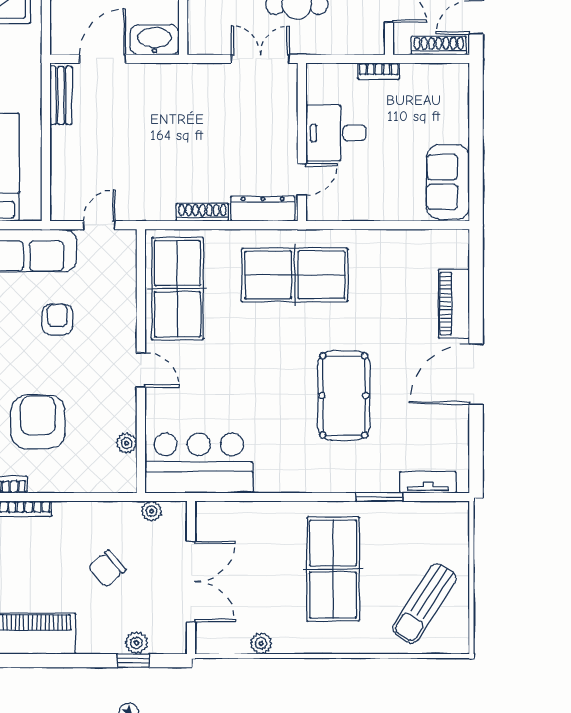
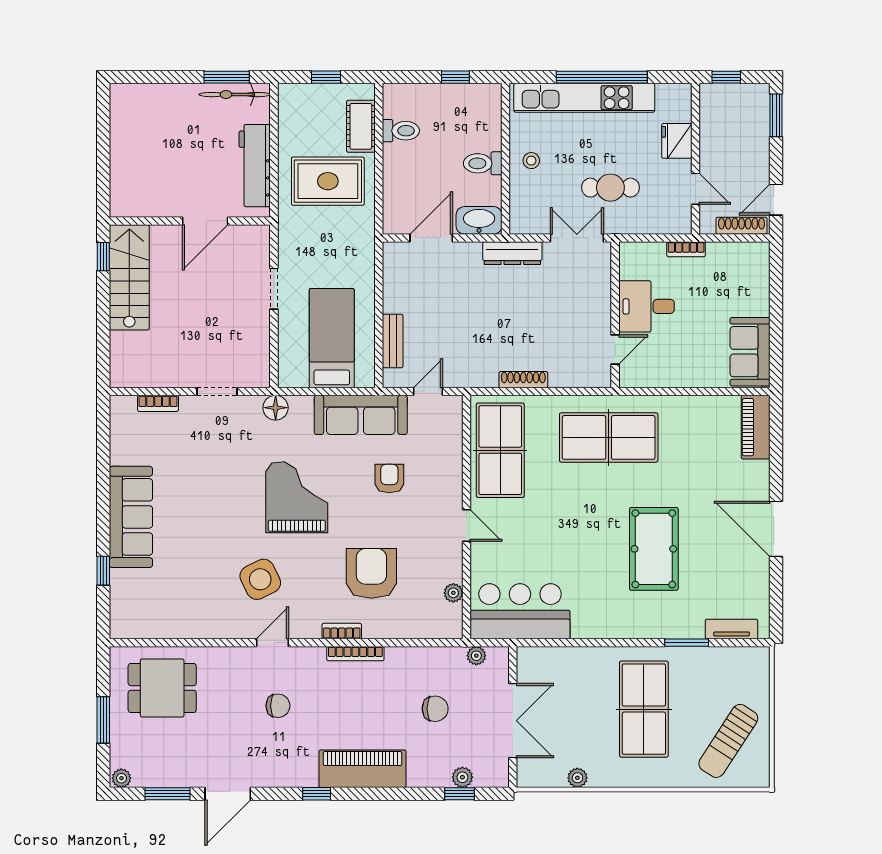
bench: (61, 95) -> (393, 341), moved
dresser: (263, 209) -> (512, 253), moved, turned 180
piano: (454, 304) -> (756, 427), moved
door: (476, 374) -> (776, 529), hinge flipped
chair: (107, 569) -> (435, 709), turned -139

